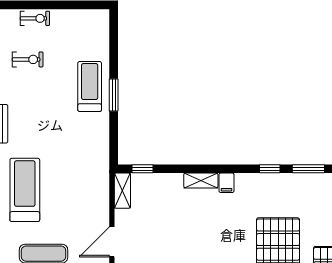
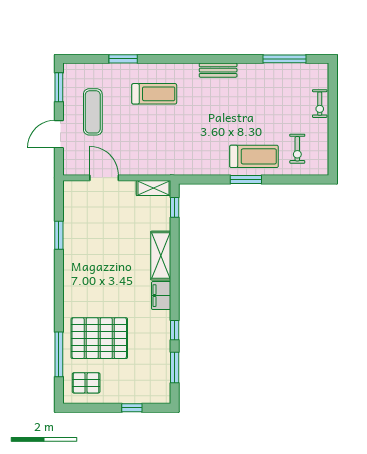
exercise bike: (28, 59) -> (297, 149), moved
shelving: (201, 181) -> (161, 256), width x1.50, depth x1.33
filing cabinet: (226, 183) -> (161, 296), width x2.00
treadmill: (25, 190) -> (154, 94), width x0.73, depth x0.73

